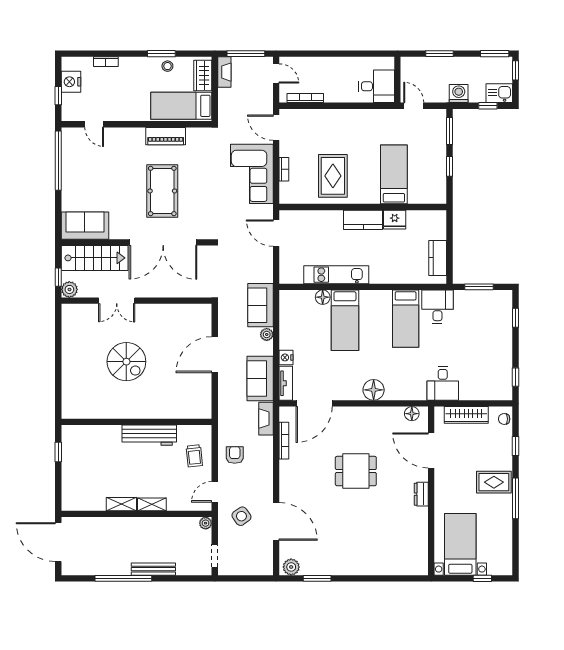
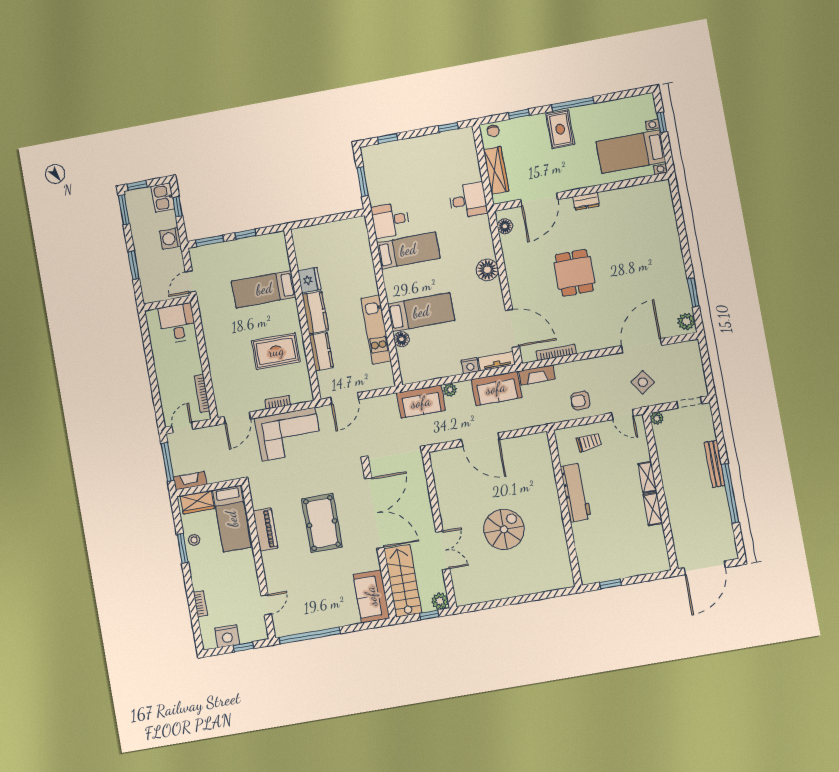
pool table: (162, 191) -> (322, 523), turned 90
kitchen counter: (438, 258) -> (321, 351), moved, turned -90

